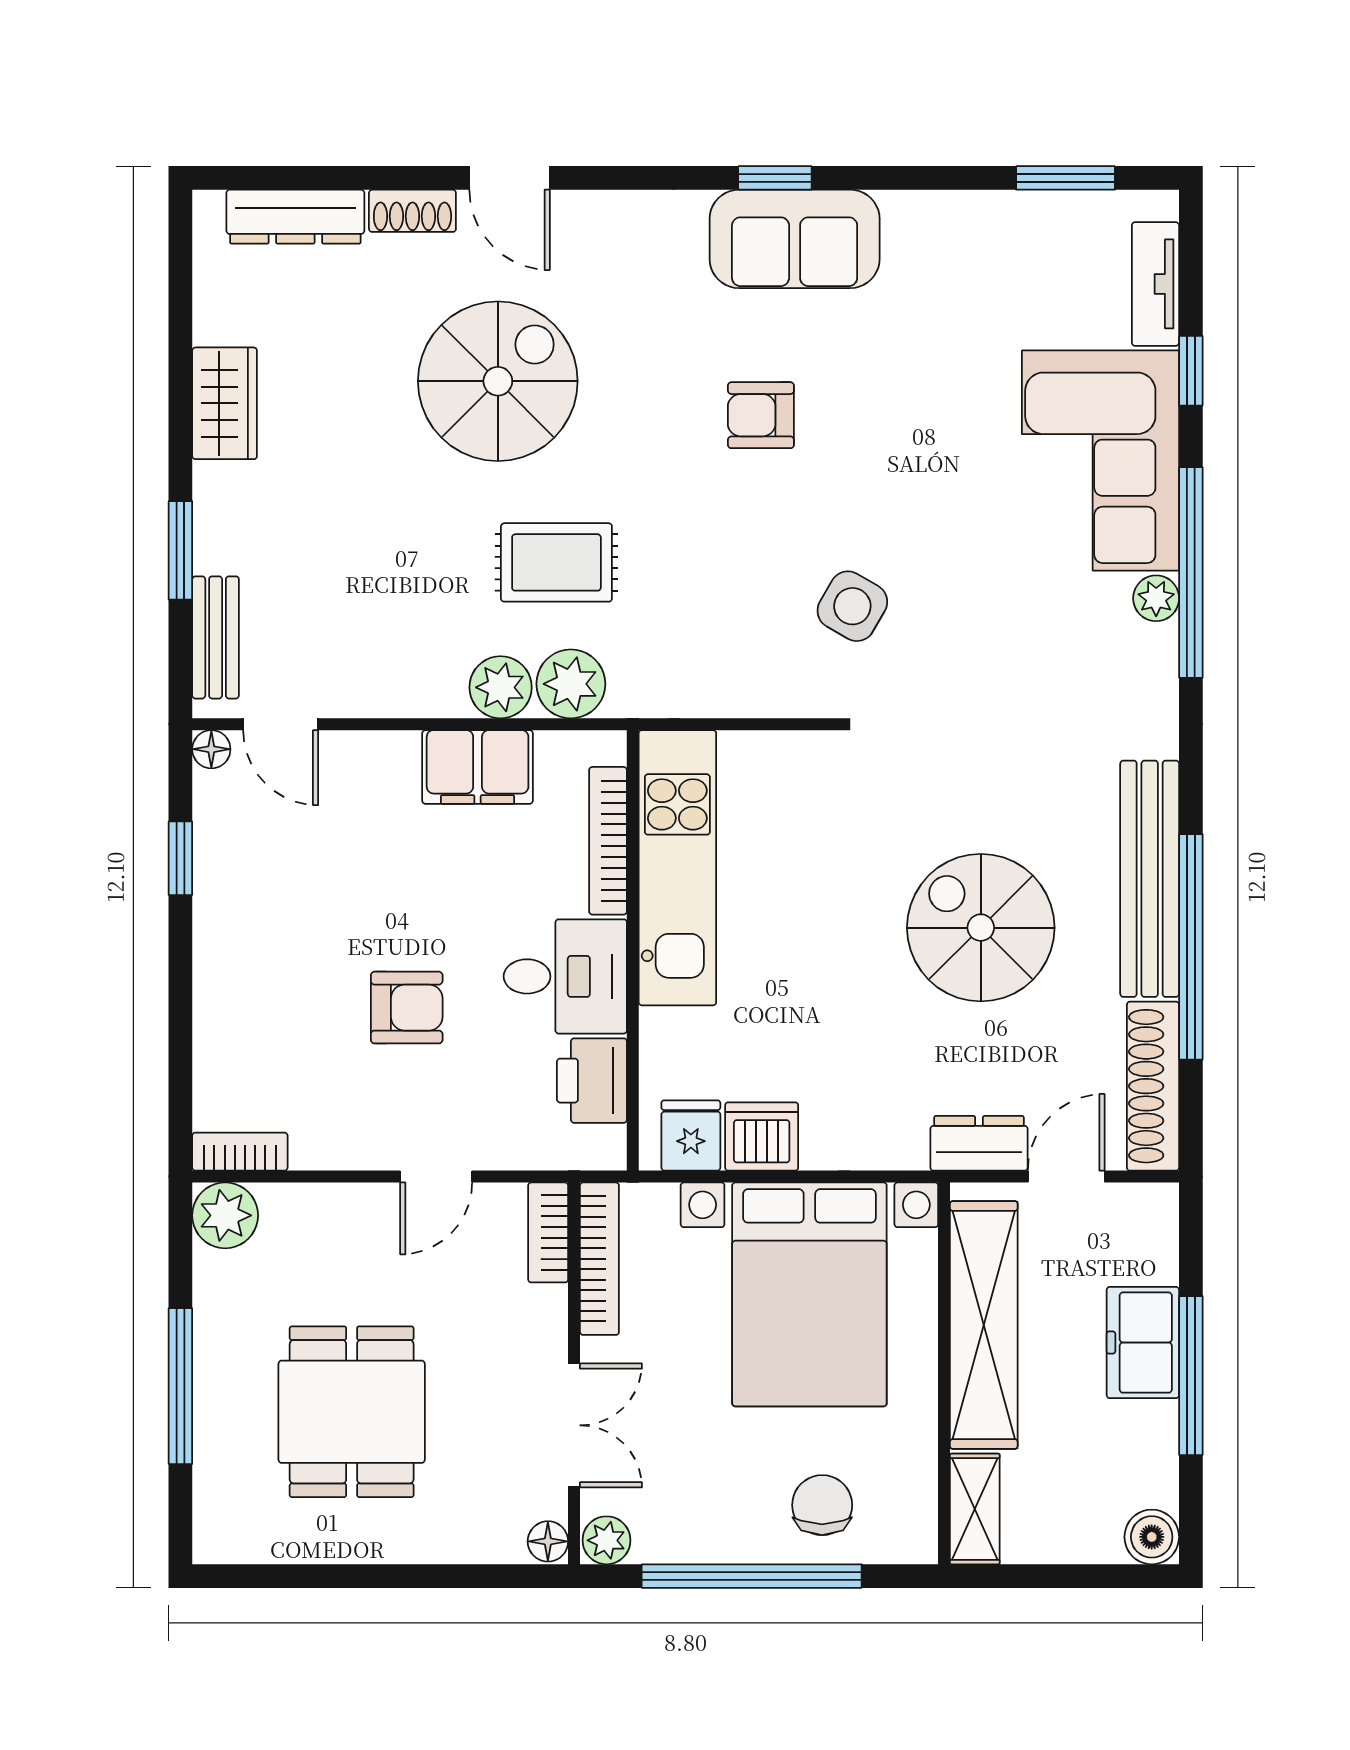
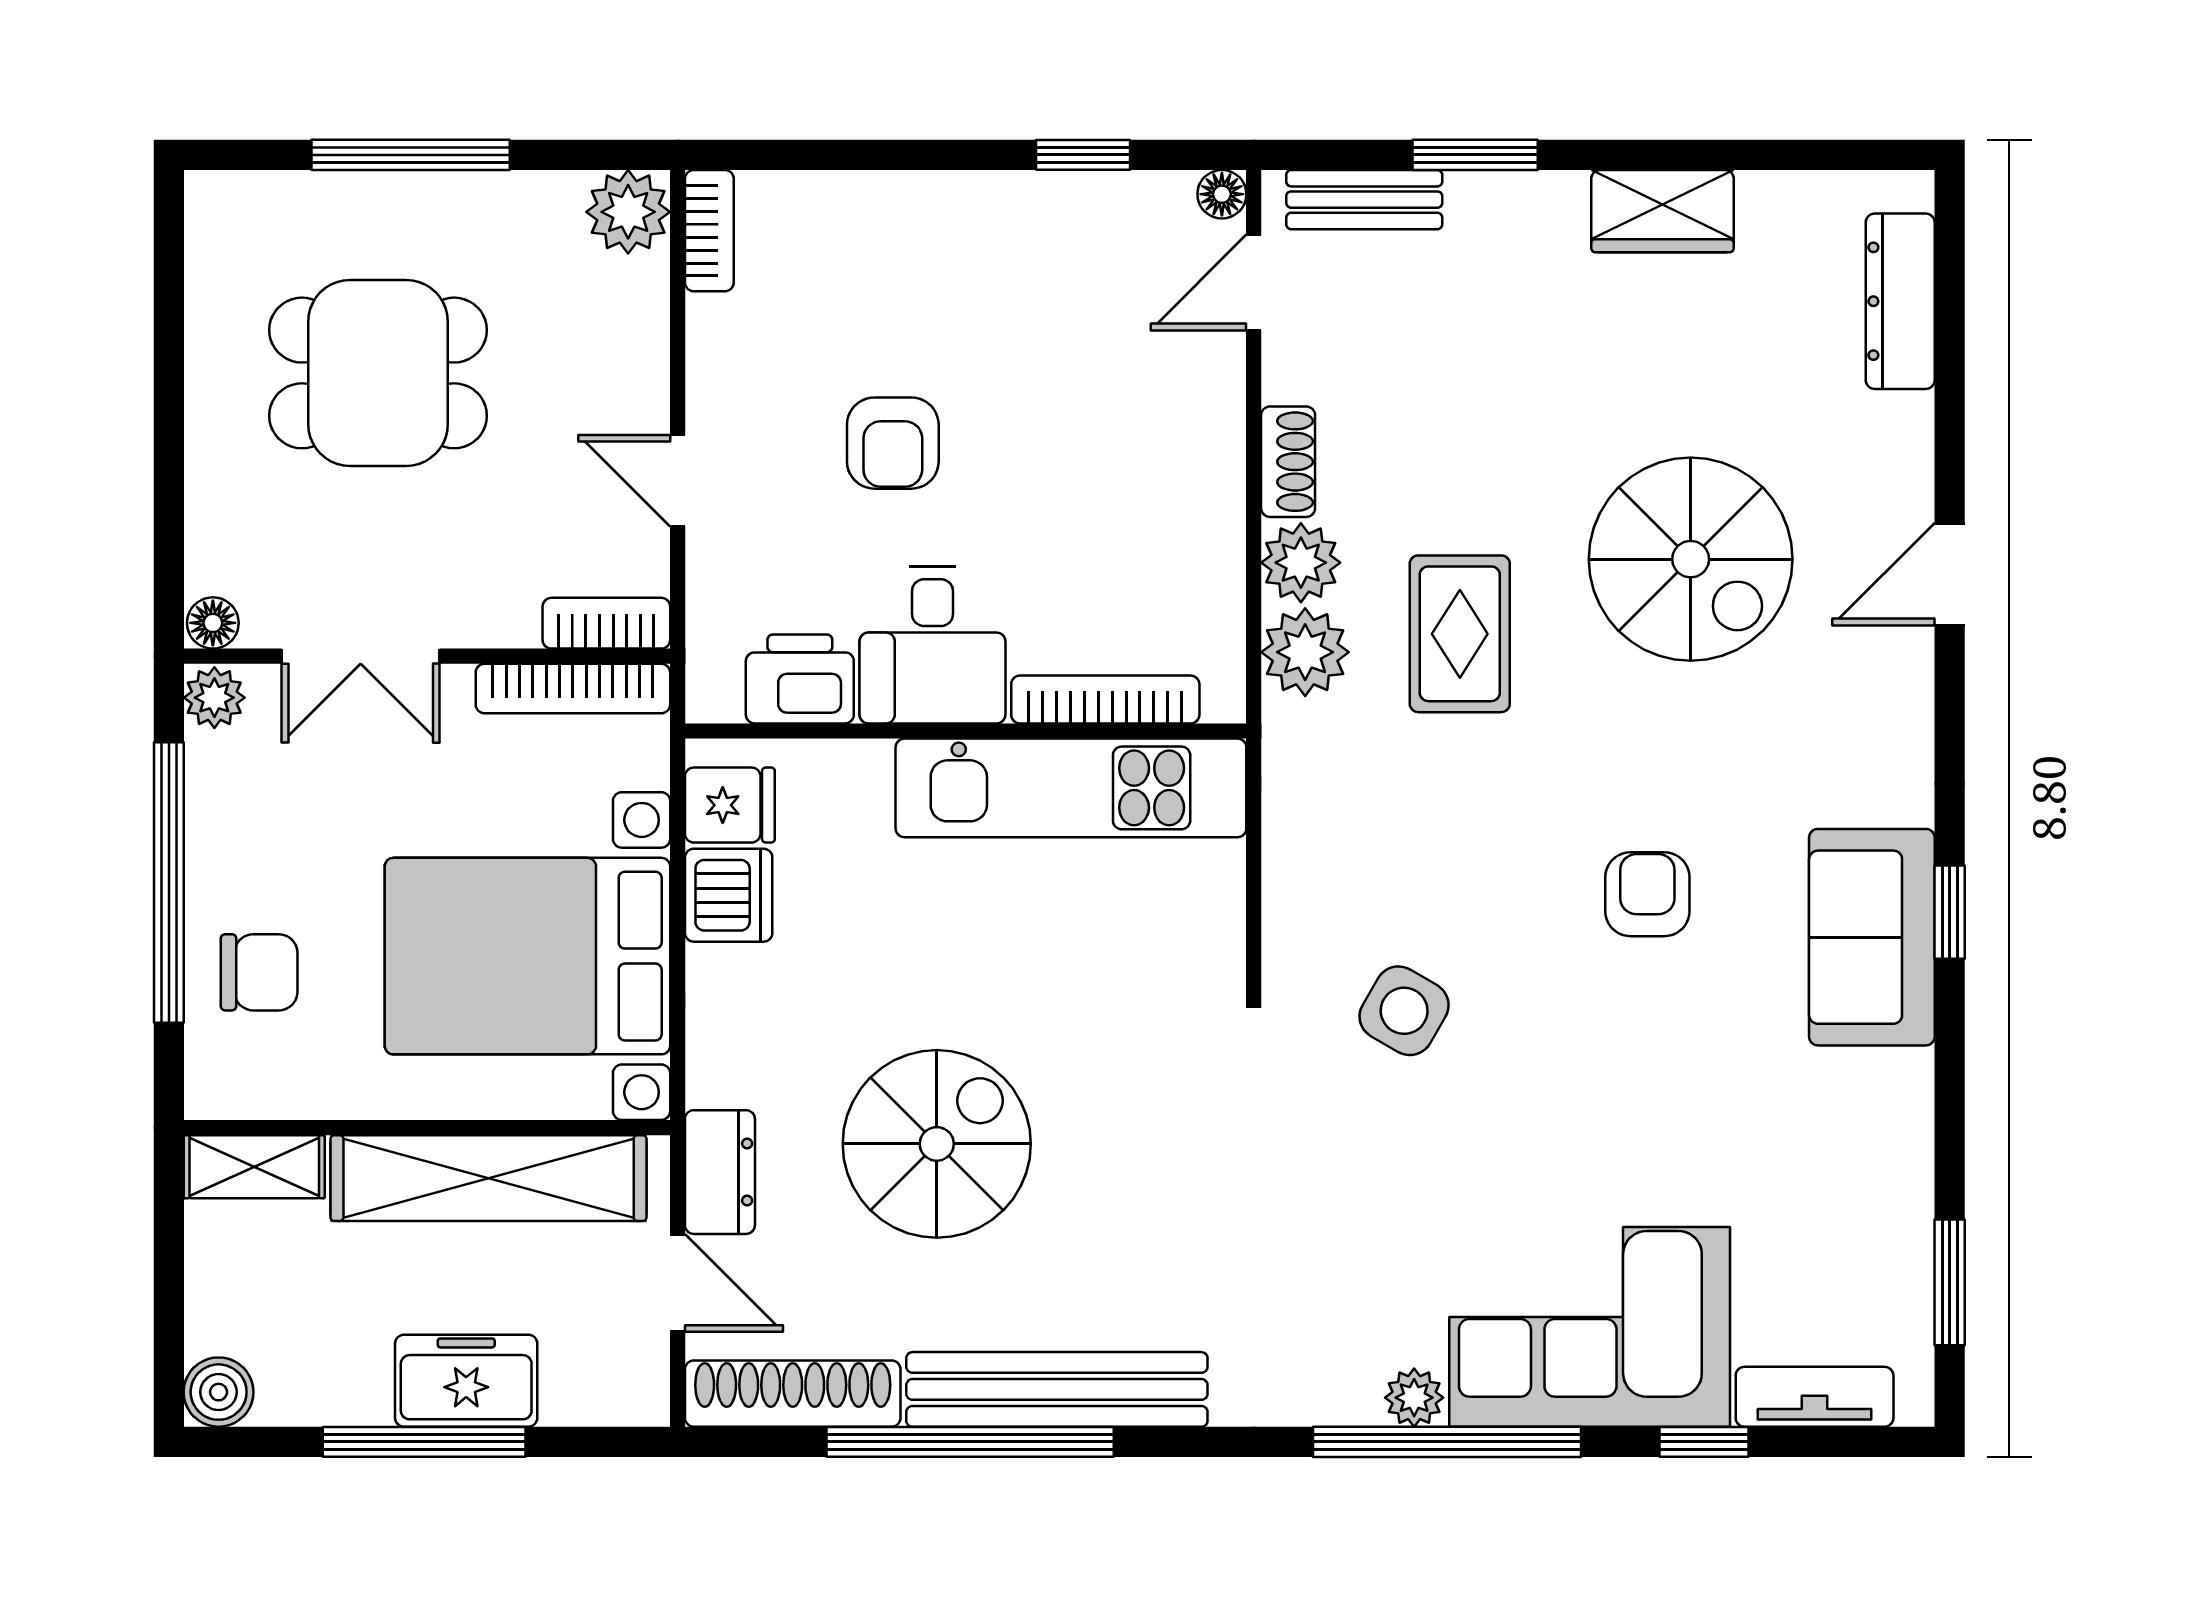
shoe rack: (412, 211) -> (1288, 462), moved, turned 180
filing cabinet: (478, 767) -> (1199, 533), removed
spiral stairs: (981, 928) -> (937, 1144), moved

